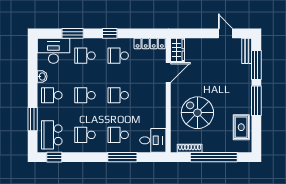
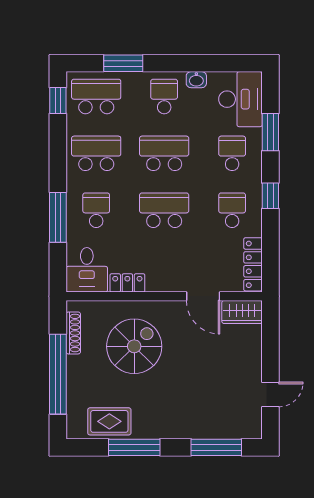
bench: (247, 51) -> (240, 431), removed
school desk: (85, 95) -> (164, 153), width x1.85
school desk: (118, 95) -> (164, 210), width x1.85
window: (256, 101) -> (134, 447), moved
locker: (161, 117) -> (127, 283), added
school desk: (85, 135) -> (96, 153), width x1.85

